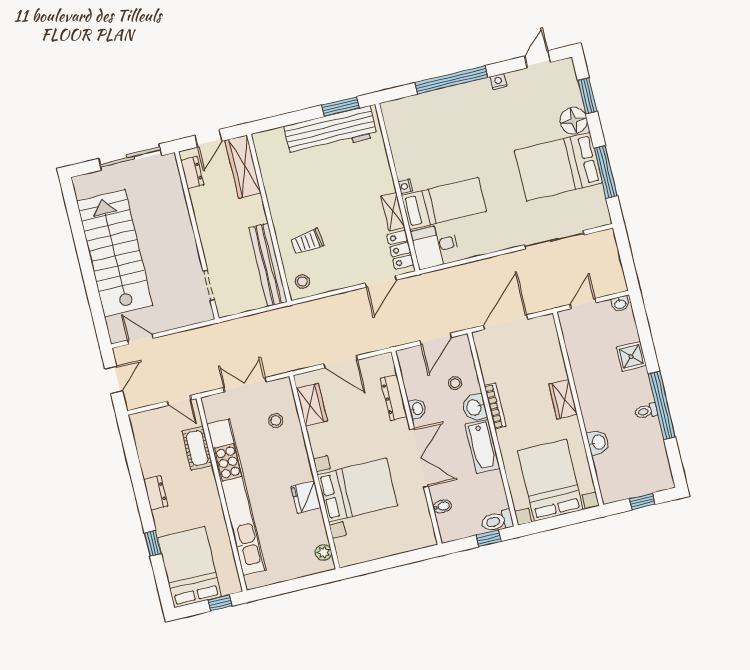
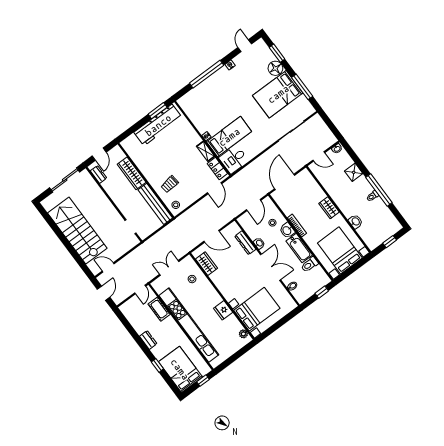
wardrobe: (243, 167) -> (132, 173), moved
door: (583, 304) -> (319, 156), swing flipped
door: (179, 401) -> (140, 290), hinge flipped
bed with nightstands: (357, 490) -> (257, 309), moved
toilet: (497, 521) -> (310, 265), moved

